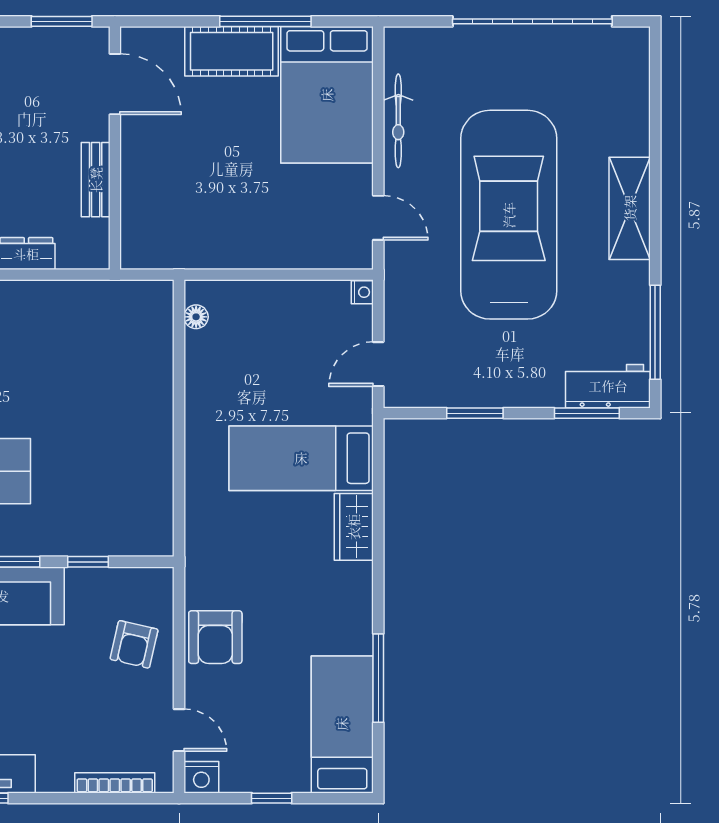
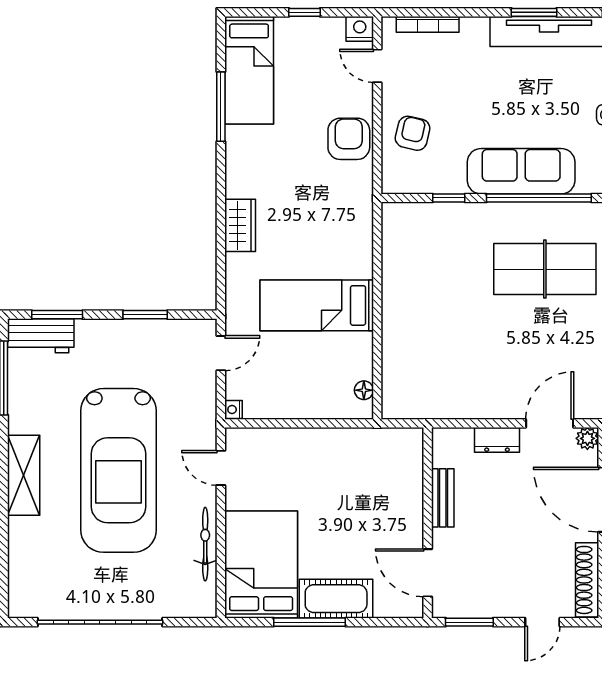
bed: (301, 458) -> (317, 305), moved, turned 180

